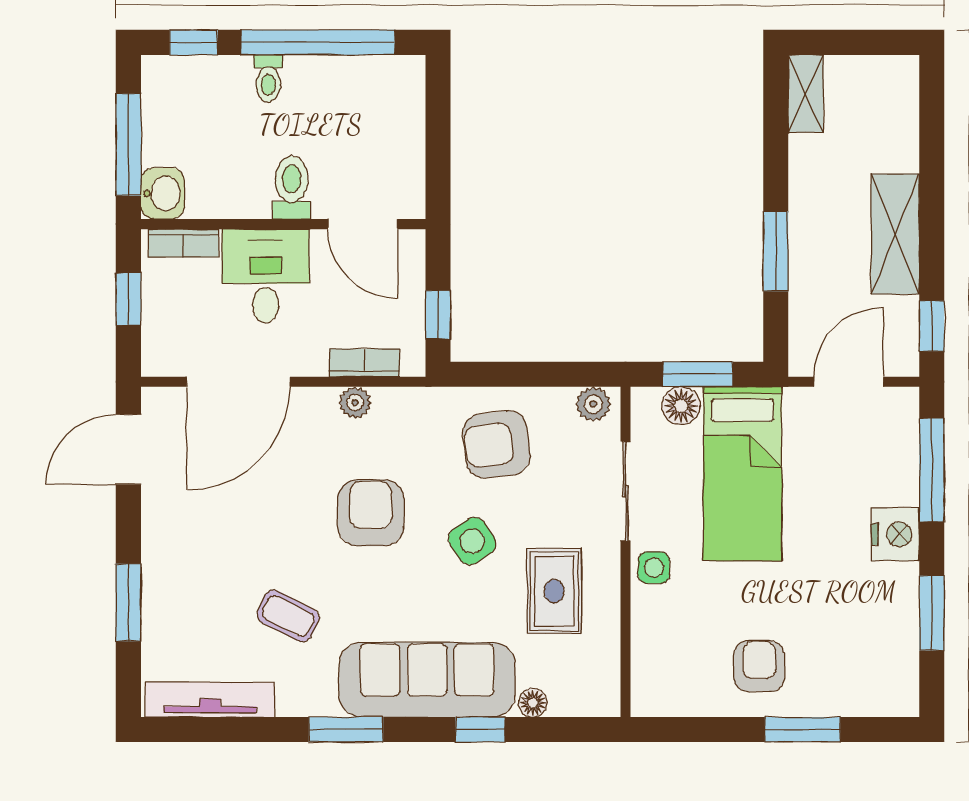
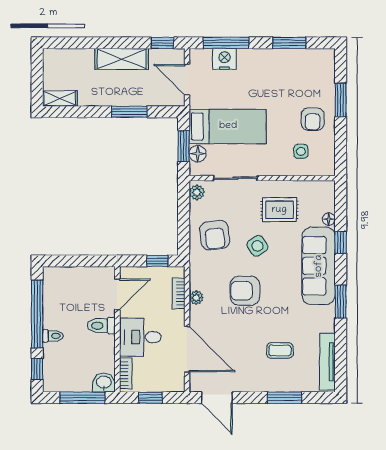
nightstand: (895, 534) -> (225, 59), moved
side table: (654, 568) -> (301, 151), moved
coffee table: (288, 616) -> (280, 350), moved, turned 63
armchair: (759, 666) -> (313, 119), turned -90

